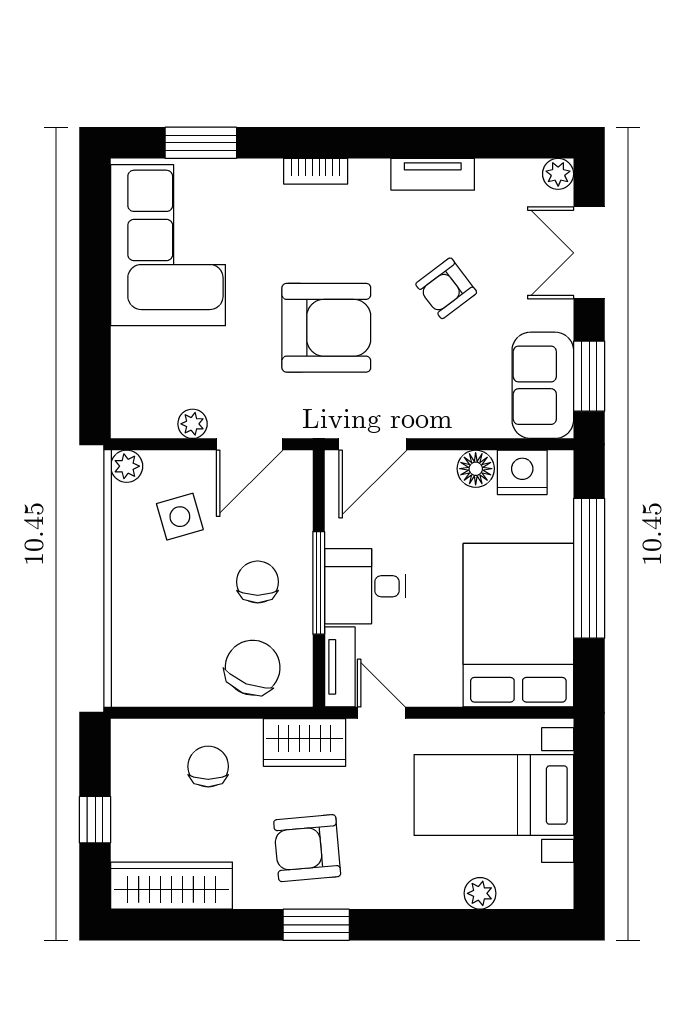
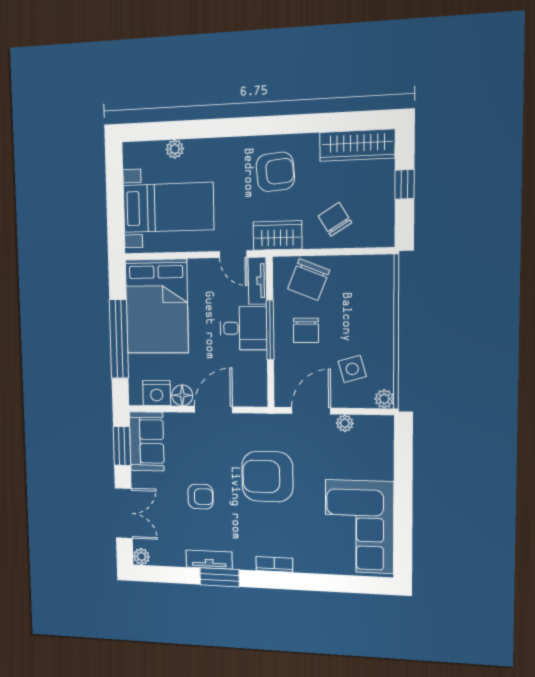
window: (201, 143) -> (220, 577), moved
armchair: (446, 288) -> (201, 497), turned 37
door: (373, 444) -> (213, 409), moved
chair: (208, 766) -> (335, 219), turned 148
window: (316, 925) -> (270, 125), removed

